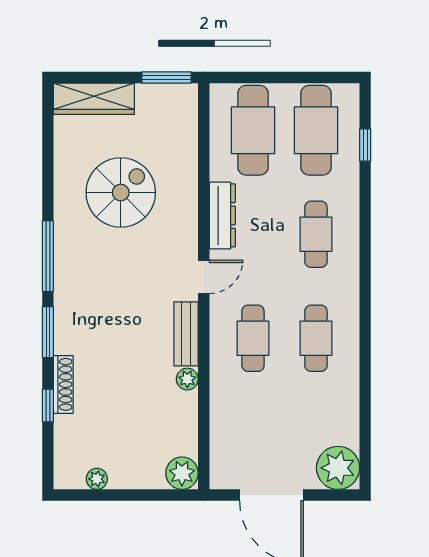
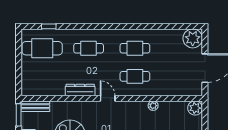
cafe table: (253, 130) -> (42, 76), removed
bench: (186, 334) -> (35, 106), moved

